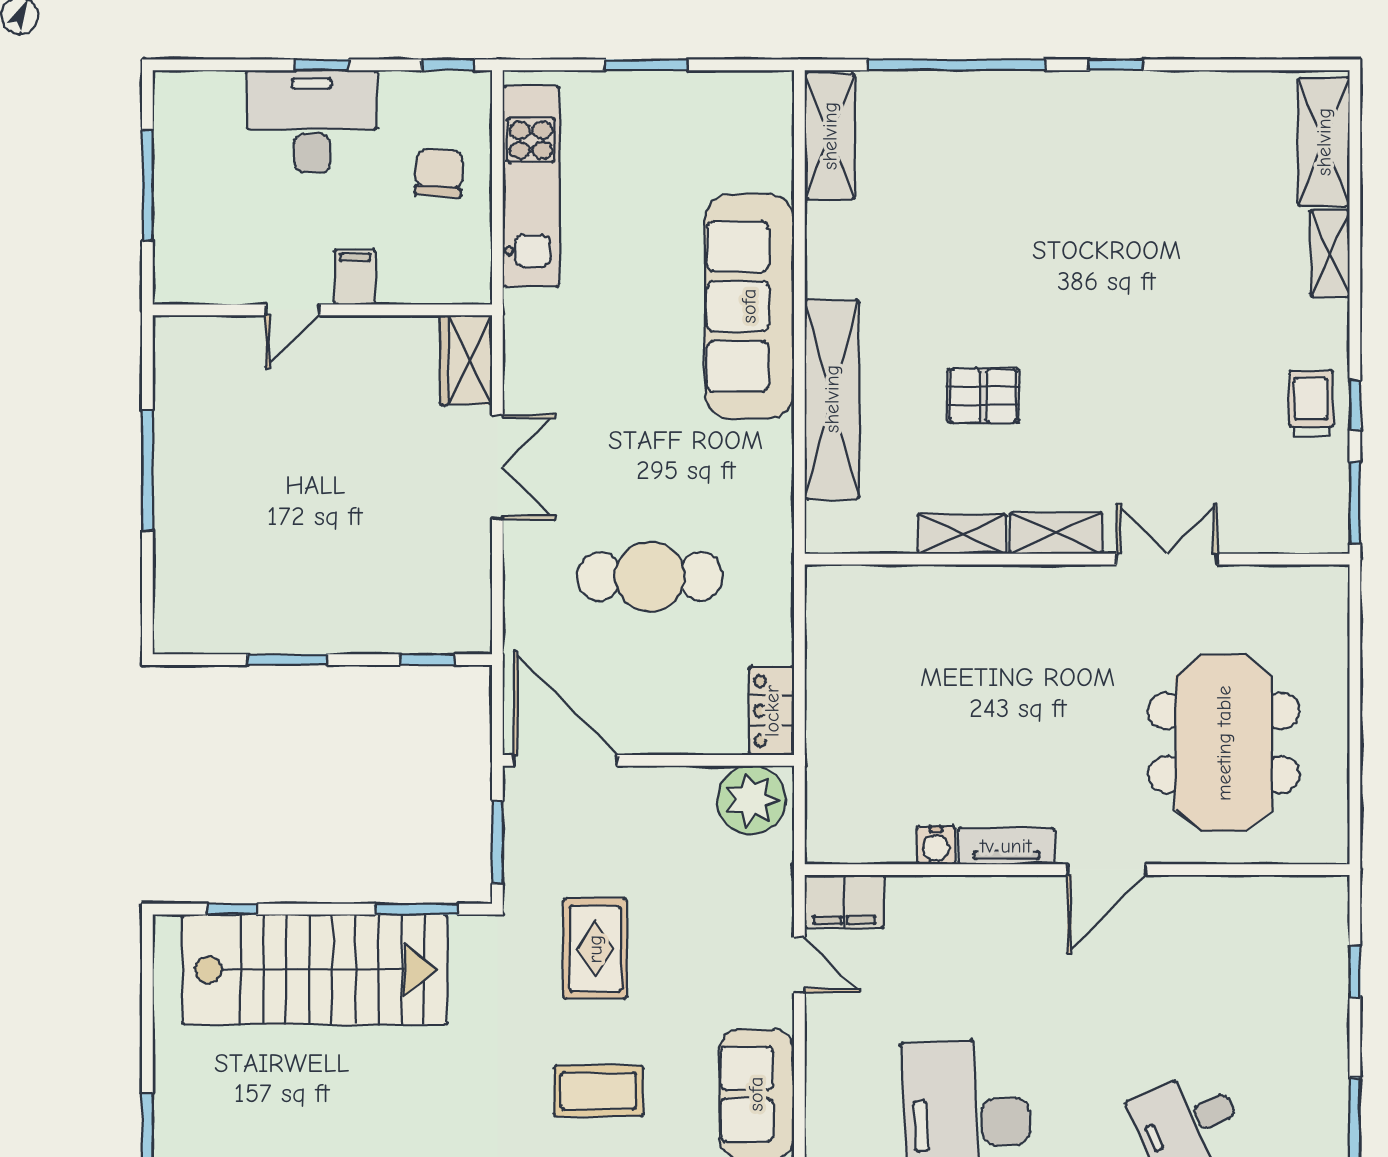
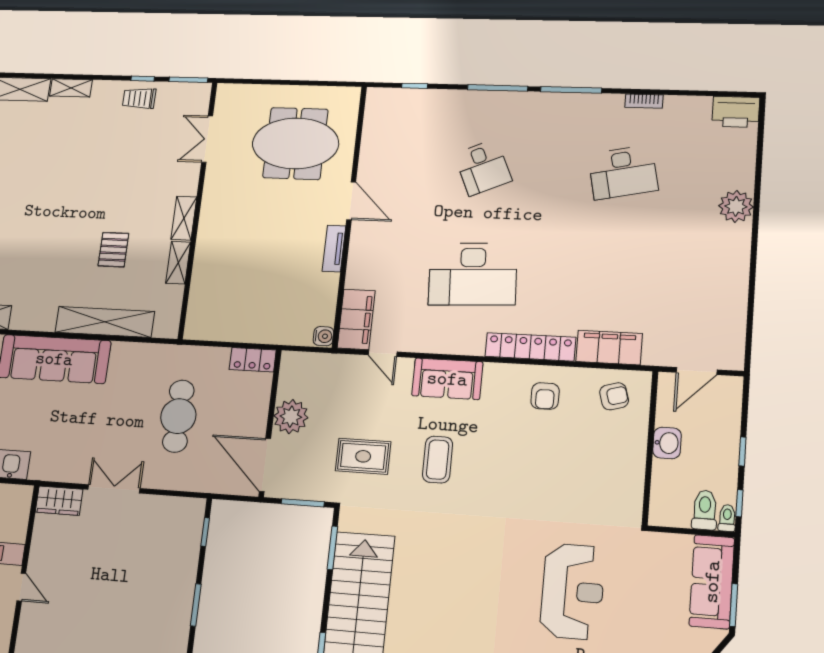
double door: (1167, 559) -> (207, 139), moved
door: (565, 760) -> (265, 465), hinge flipped
plant: (752, 800) -> (291, 417), moved
water cooler: (936, 845) -> (323, 336), moved
filing cabinet: (844, 902) -> (356, 319), width x1.50, depth x1.17
door: (799, 965) -> (383, 353), swing flipped

